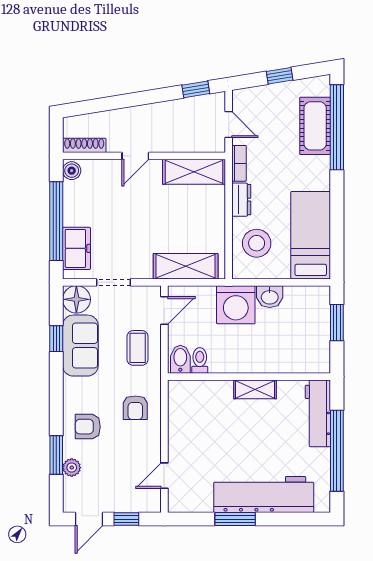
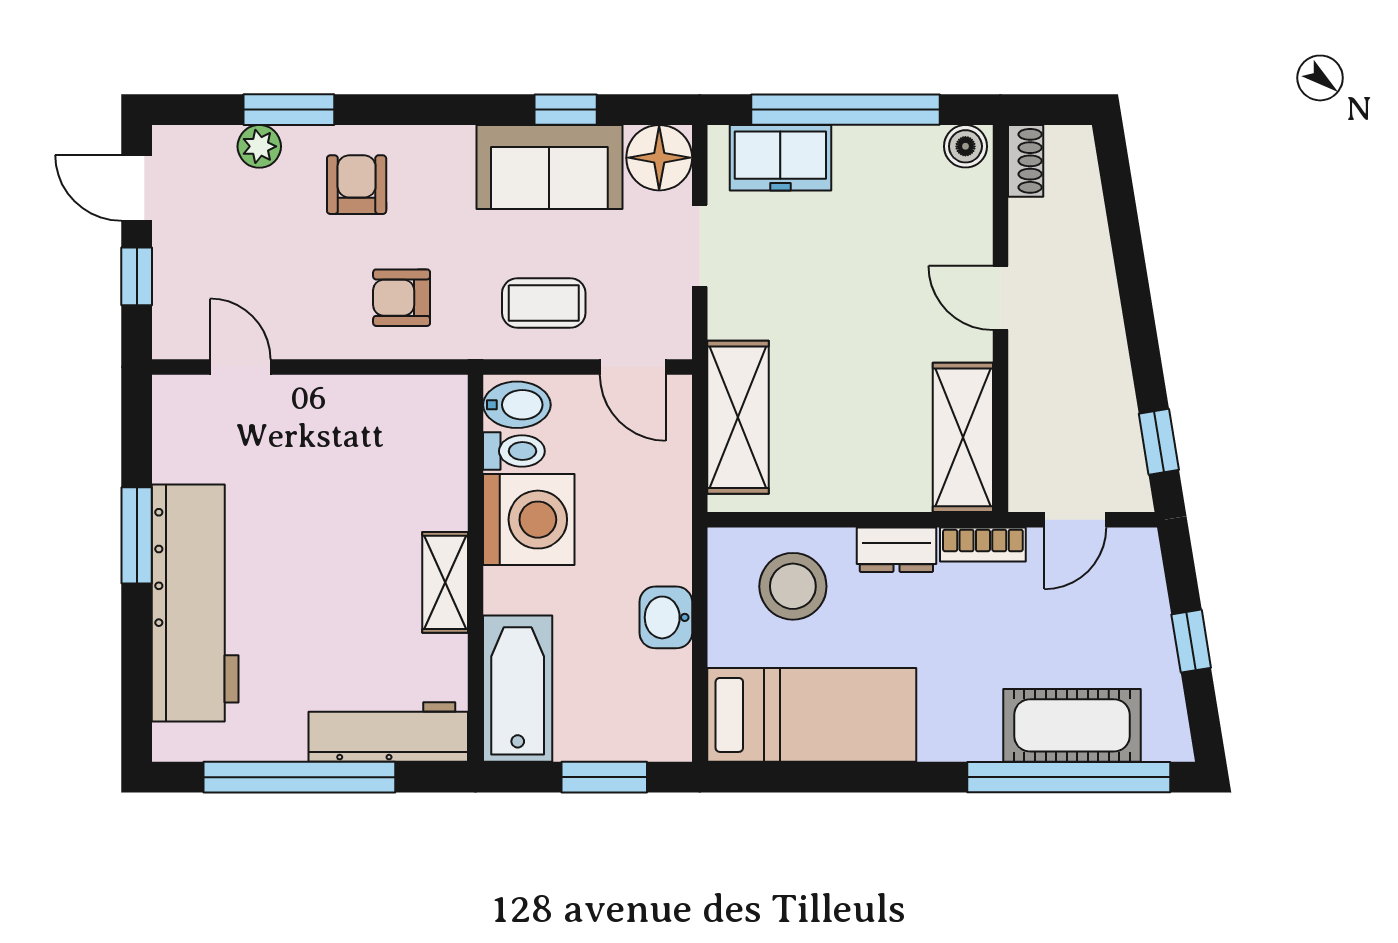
shoe rack: (84, 145) -> (1026, 161), width x0.70
washing machine: (236, 305) -> (529, 520), moved, turned 180
bathtub: (300, 359) -> (518, 689), added

